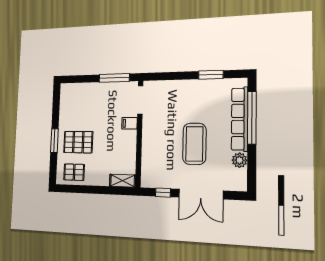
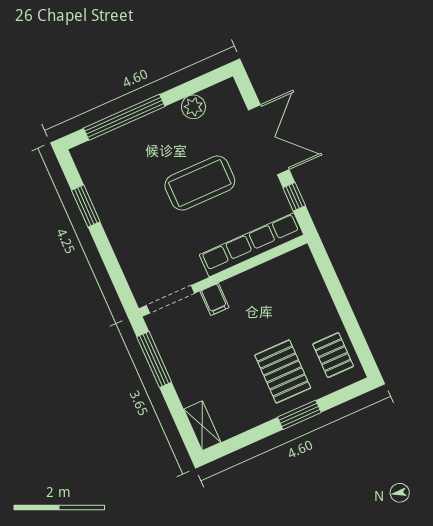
row of seats: (240, 119) -> (251, 245), moved, turned 180
shelving: (123, 181) -> (202, 426), moved

